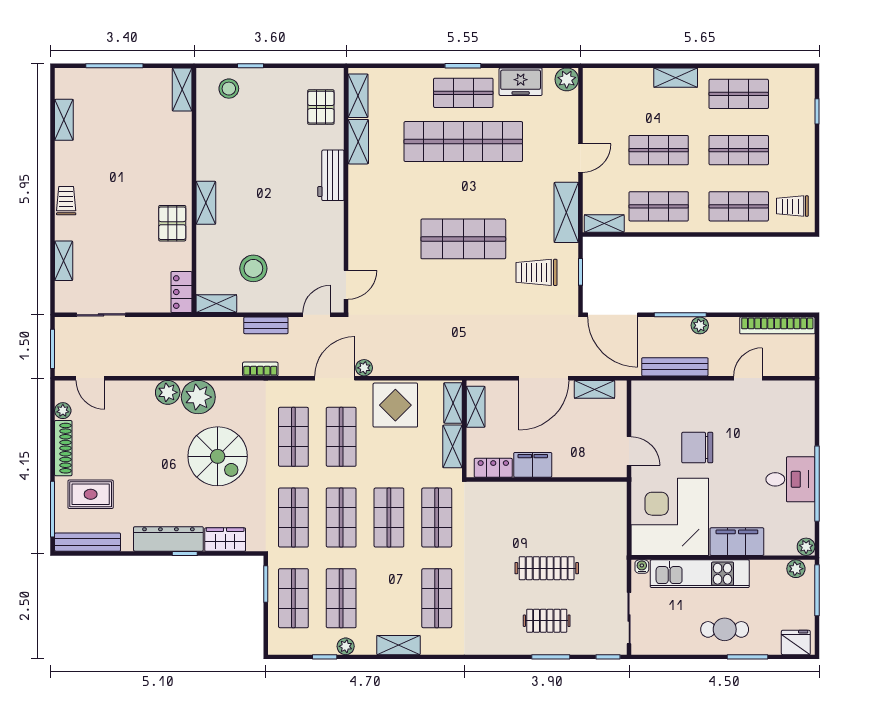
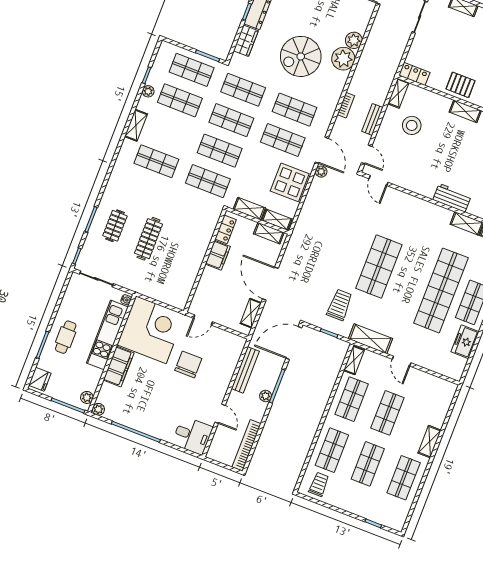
plant: (567, 79) -> (455, 372), removed
desk: (790, 479) -> (192, 435), moved, turned -90

